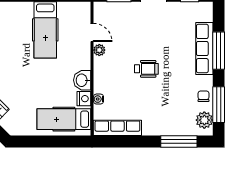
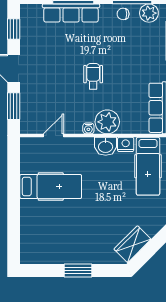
plant: (99, 50) -> (107, 122), moved, width x1.87, depth x1.87
water cooler: (98, 99) -> (88, 128), moved

